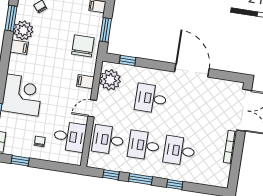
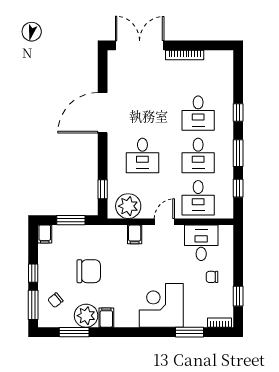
chair: (83, 46) -> (89, 271), moved, turned 180
door: (92, 108) -> (164, 222), swing flipped

